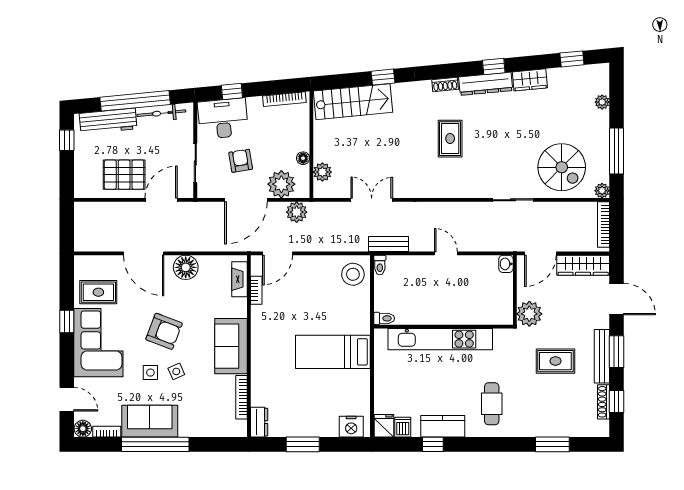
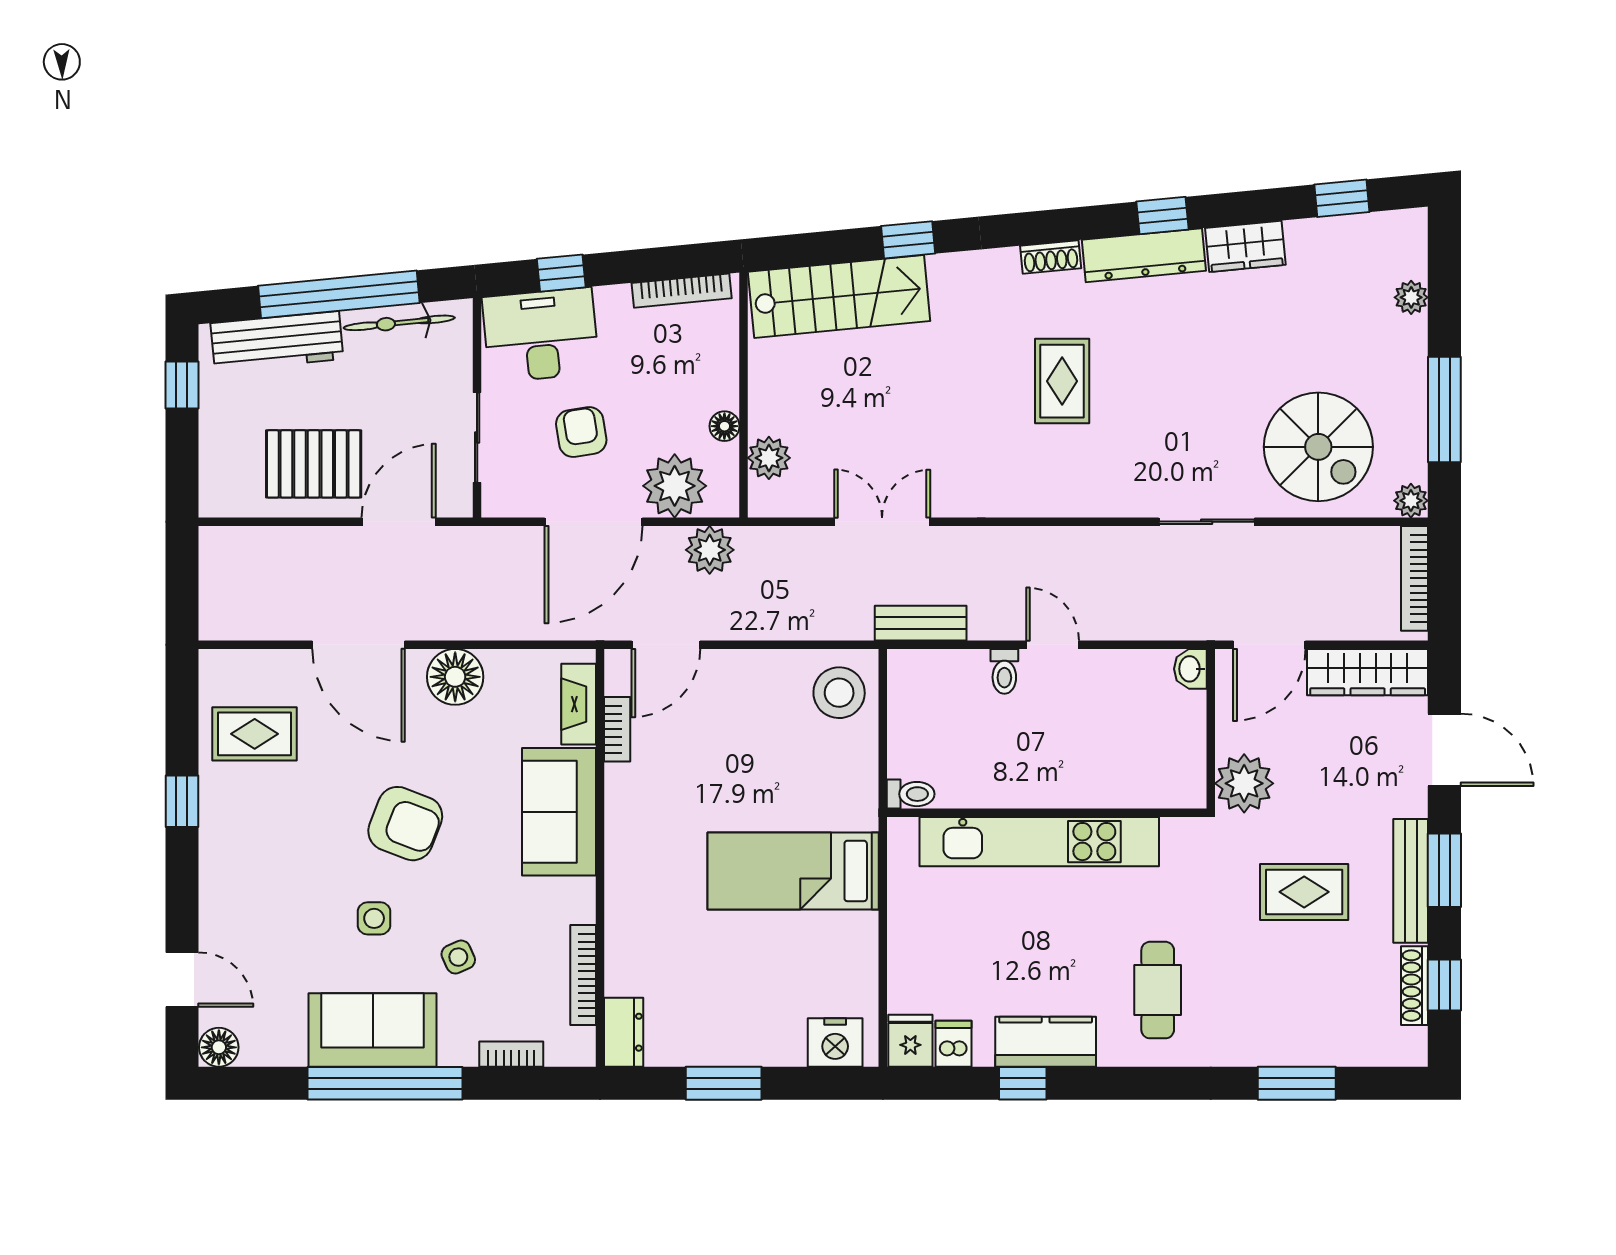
toilet: (380, 265) -> (1004, 671), moved
corner sofa: (98, 343) -> (254, 850), removed
sofa: (231, 346) -> (559, 812), moved
side table: (176, 371) -> (458, 957), moved
bookcase: (107, 432) -> (511, 1054), moved

